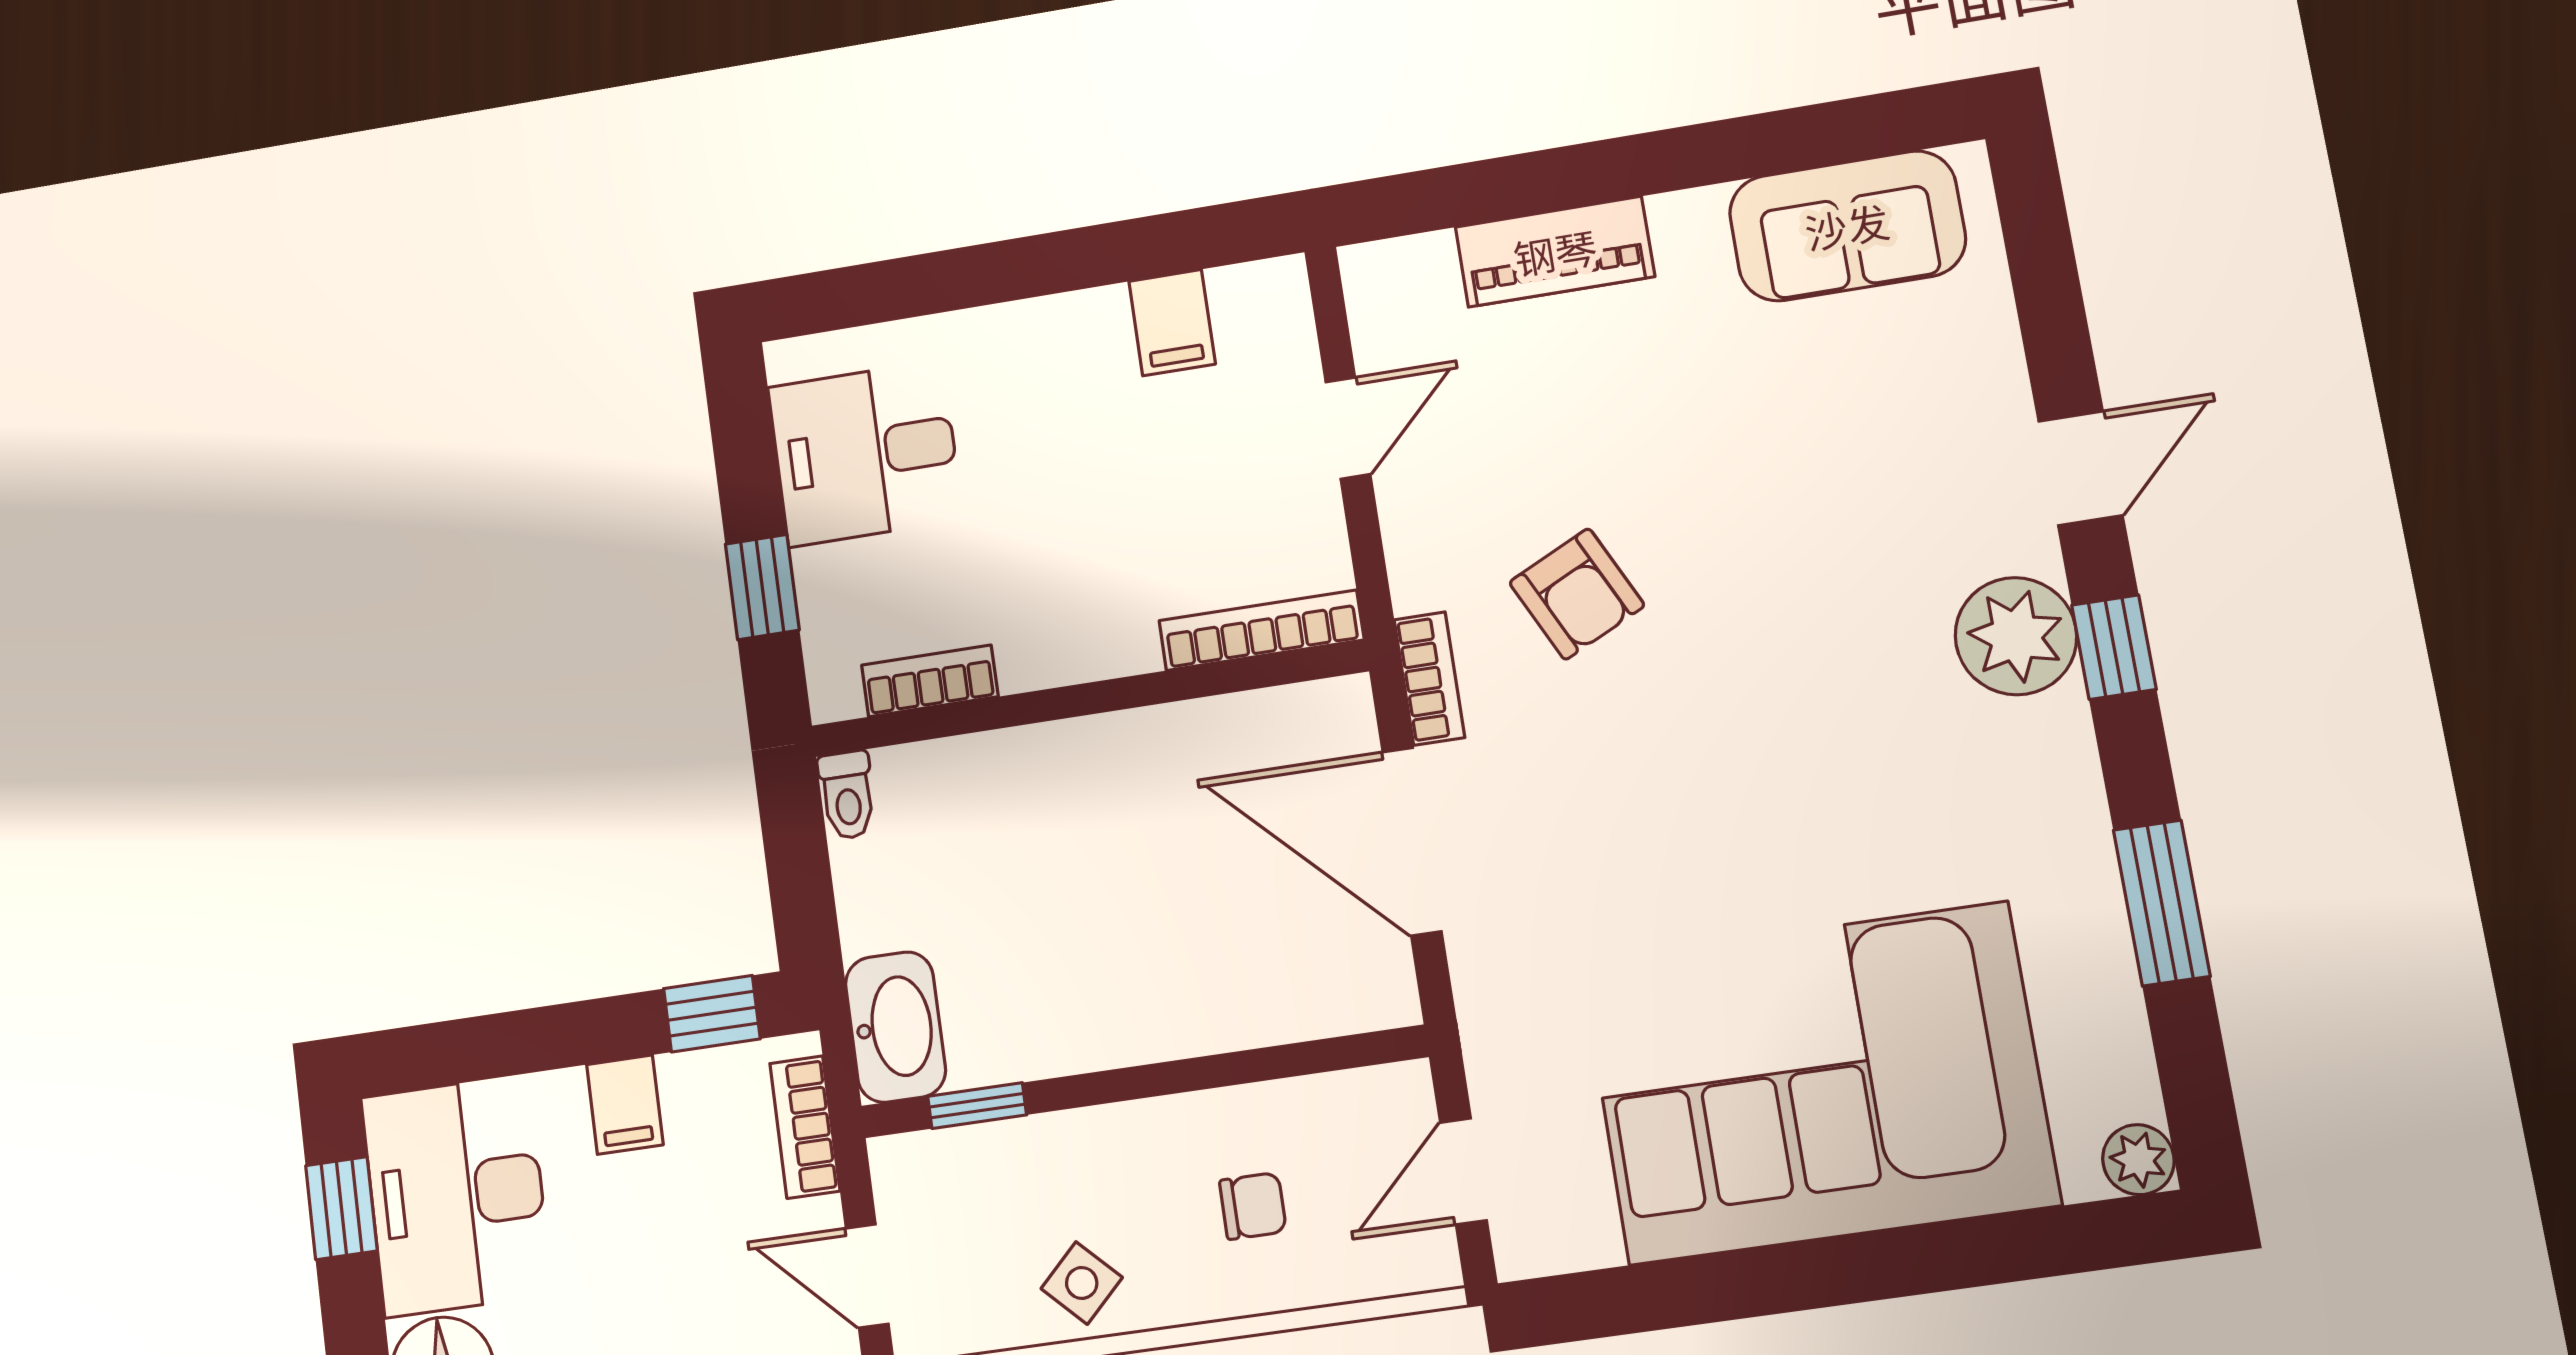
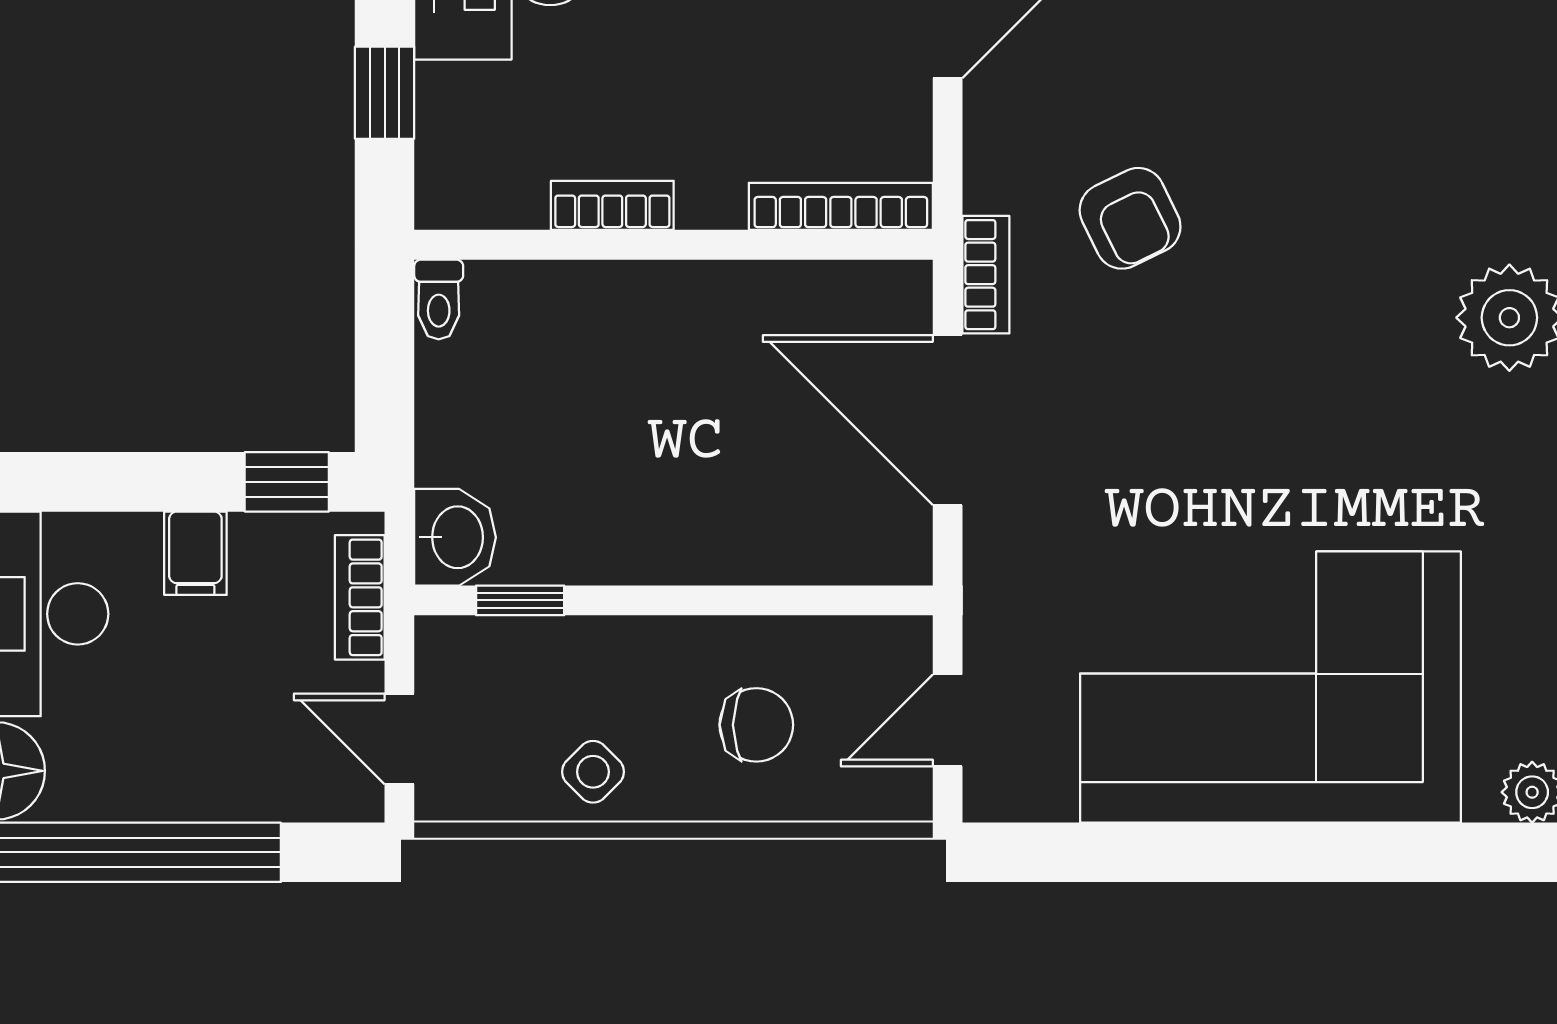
bookcase: (930, 681) -> (612, 205), moved
washbasin: (895, 1027) -> (455, 537), width x0.72
chair: (1253, 1206) -> (756, 725), width x1.37, depth x1.37

